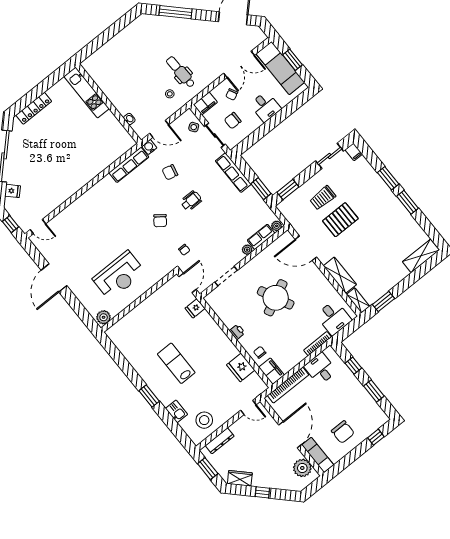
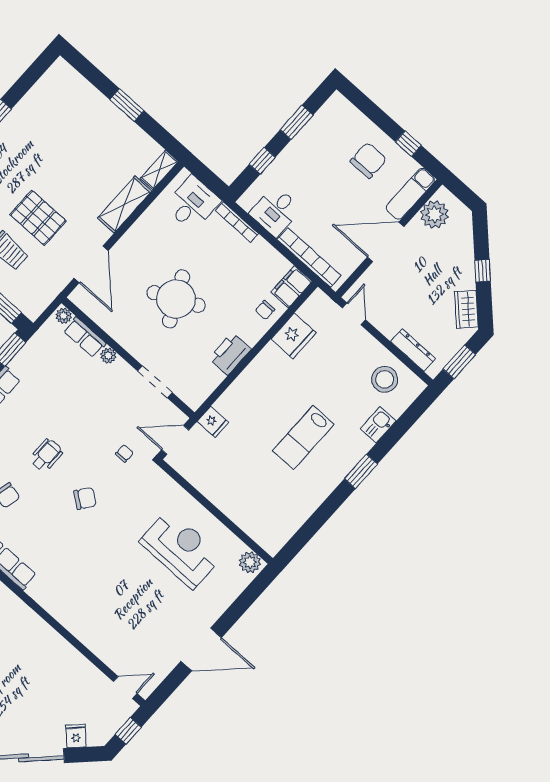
wheelchair: (191, 201) -> (46, 455), turned 90
door: (38, 227) -> (125, 687), hinge flipped
shelving: (421, 256) -> (74, 83), removed
window: (383, 301) -> (127, 105), moved
printer: (237, 332) -> (230, 354), width x1.87, depth x1.48
window: (376, 437) -> (408, 144), moved

